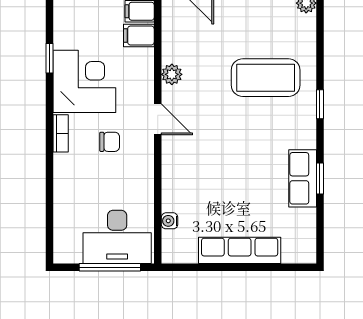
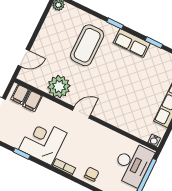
plant: (172, 74) -> (59, 87), width x1.88, depth x1.88
chair: (110, 142) -> (92, 174), moved
row of seats: (303, 178) -> (132, 43), moved
water cooler: (170, 221) -> (154, 140), moved

